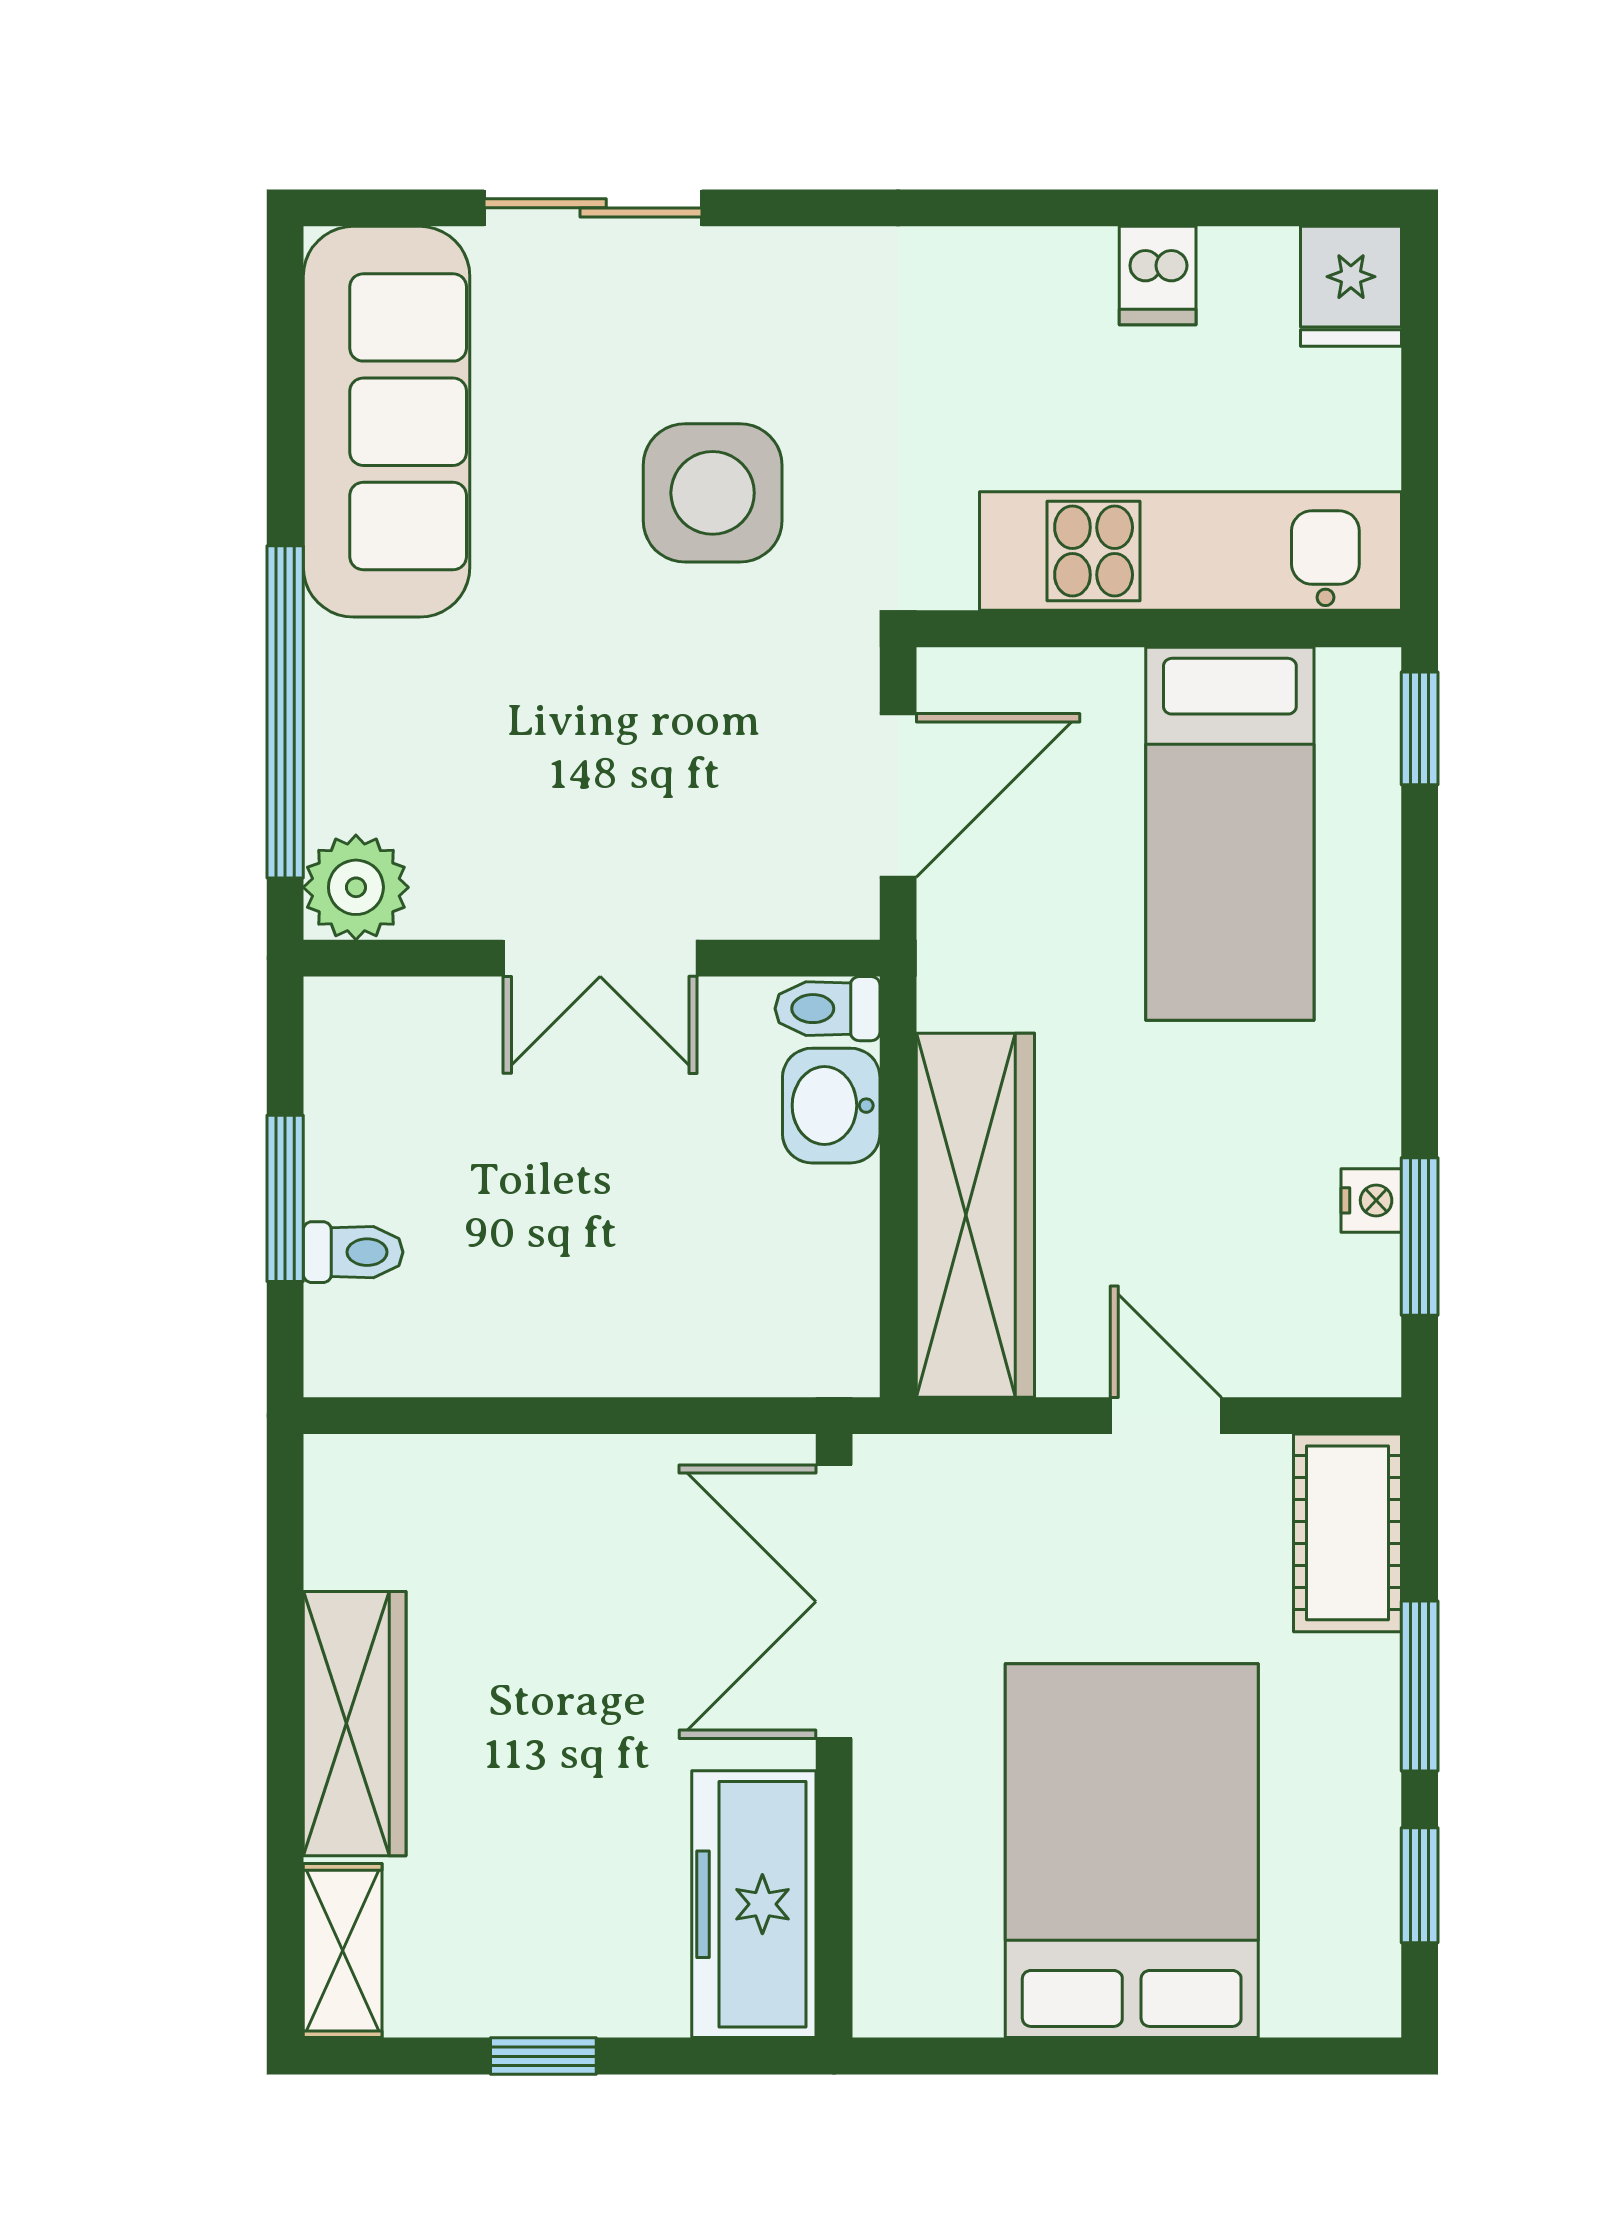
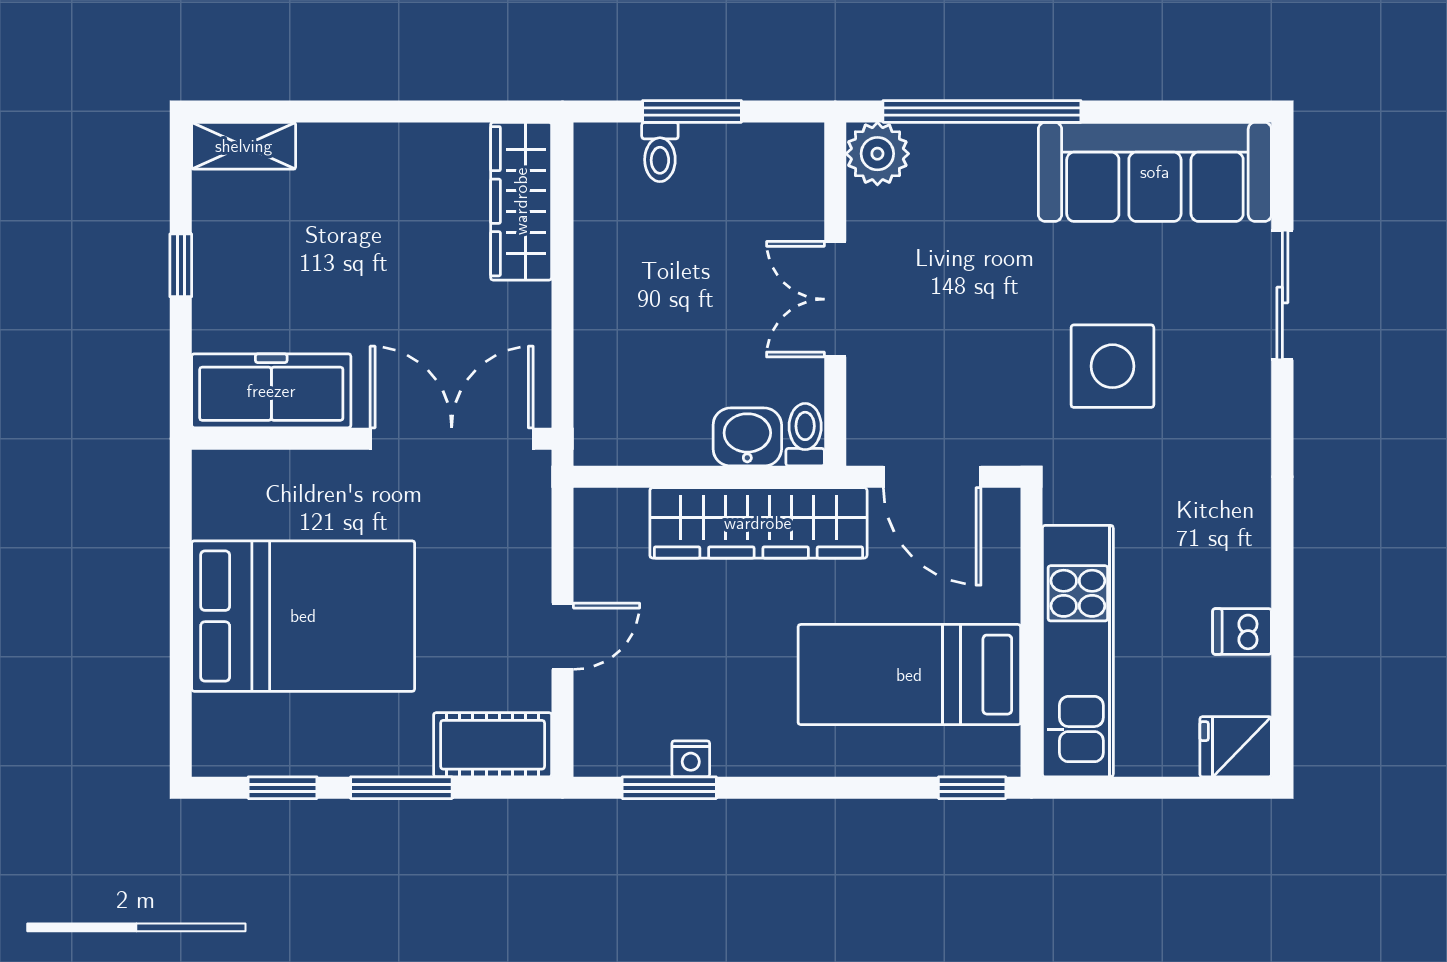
wardrobe: (975, 1215) -> (758, 523), moved
wardrobe: (355, 1724) -> (521, 201), moved, turned 90

